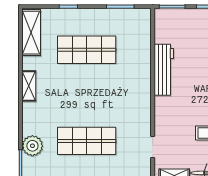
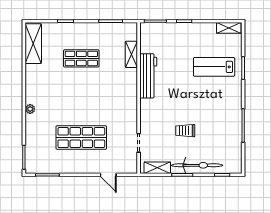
shop shelf: (87, 50) -> (81, 58), width x0.70, depth x0.74
shelving: (29, 86) -> (131, 54), moved
plant: (32, 146) -> (30, 109), moved, width x0.53, depth x0.53

